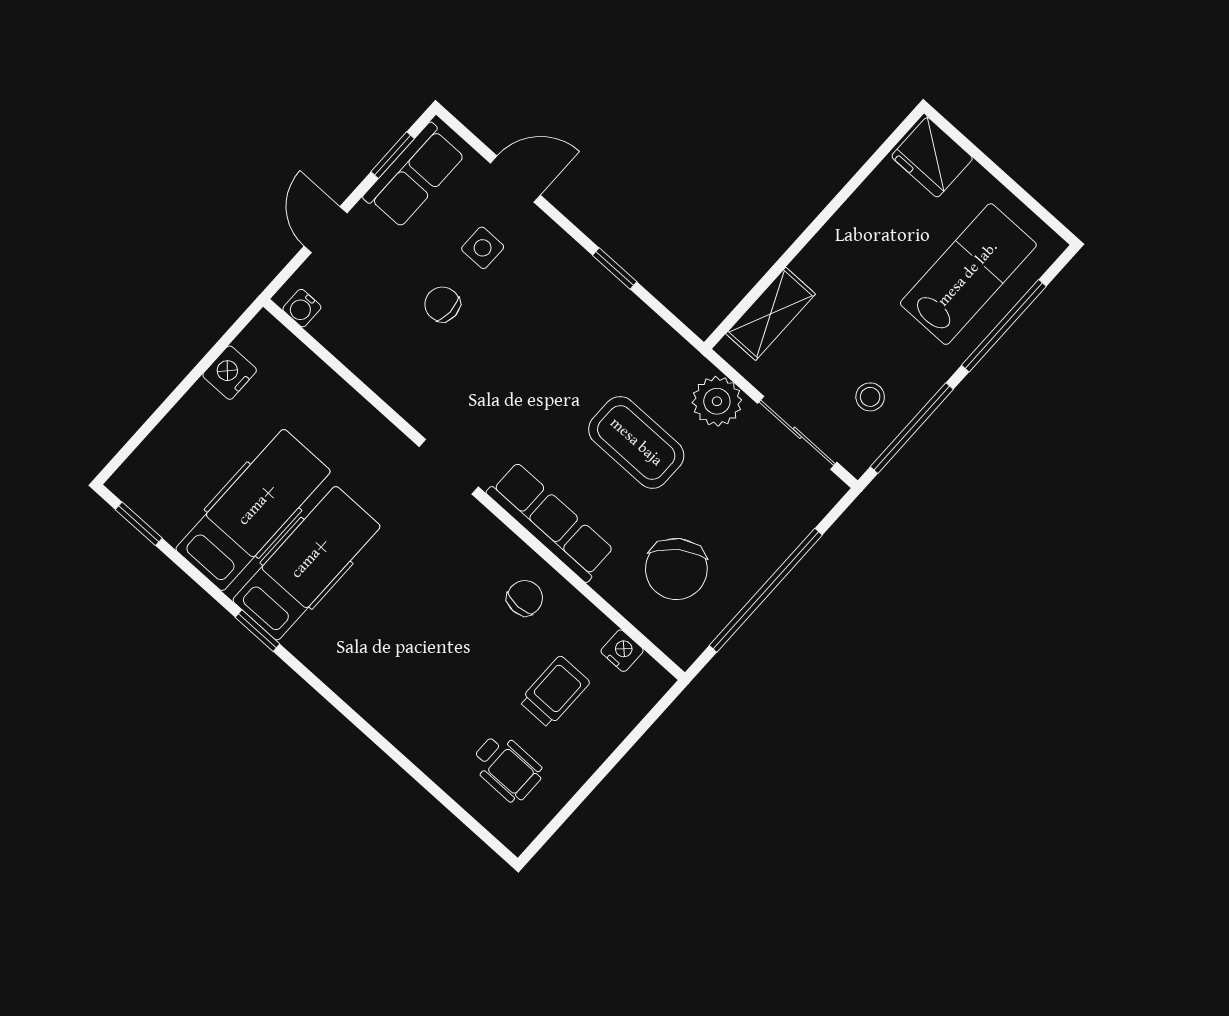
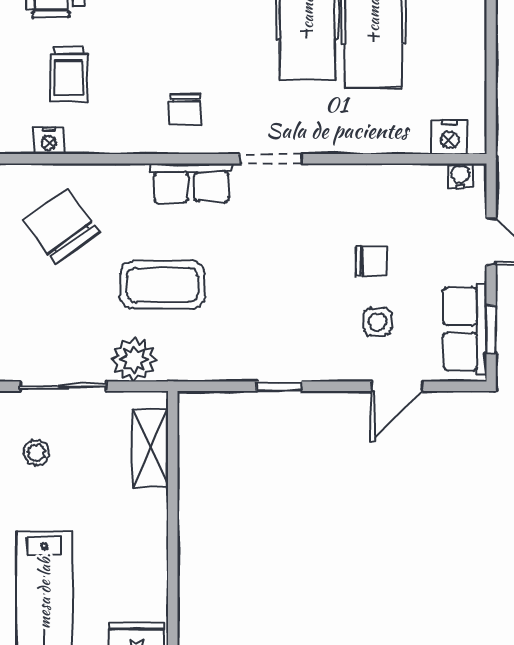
nightstand: (230, 373) -> (449, 137), moved, turned 90
row of seats: (550, 522) -> (191, 183), width x0.68
chair: (525, 598) -> (185, 110), moved

